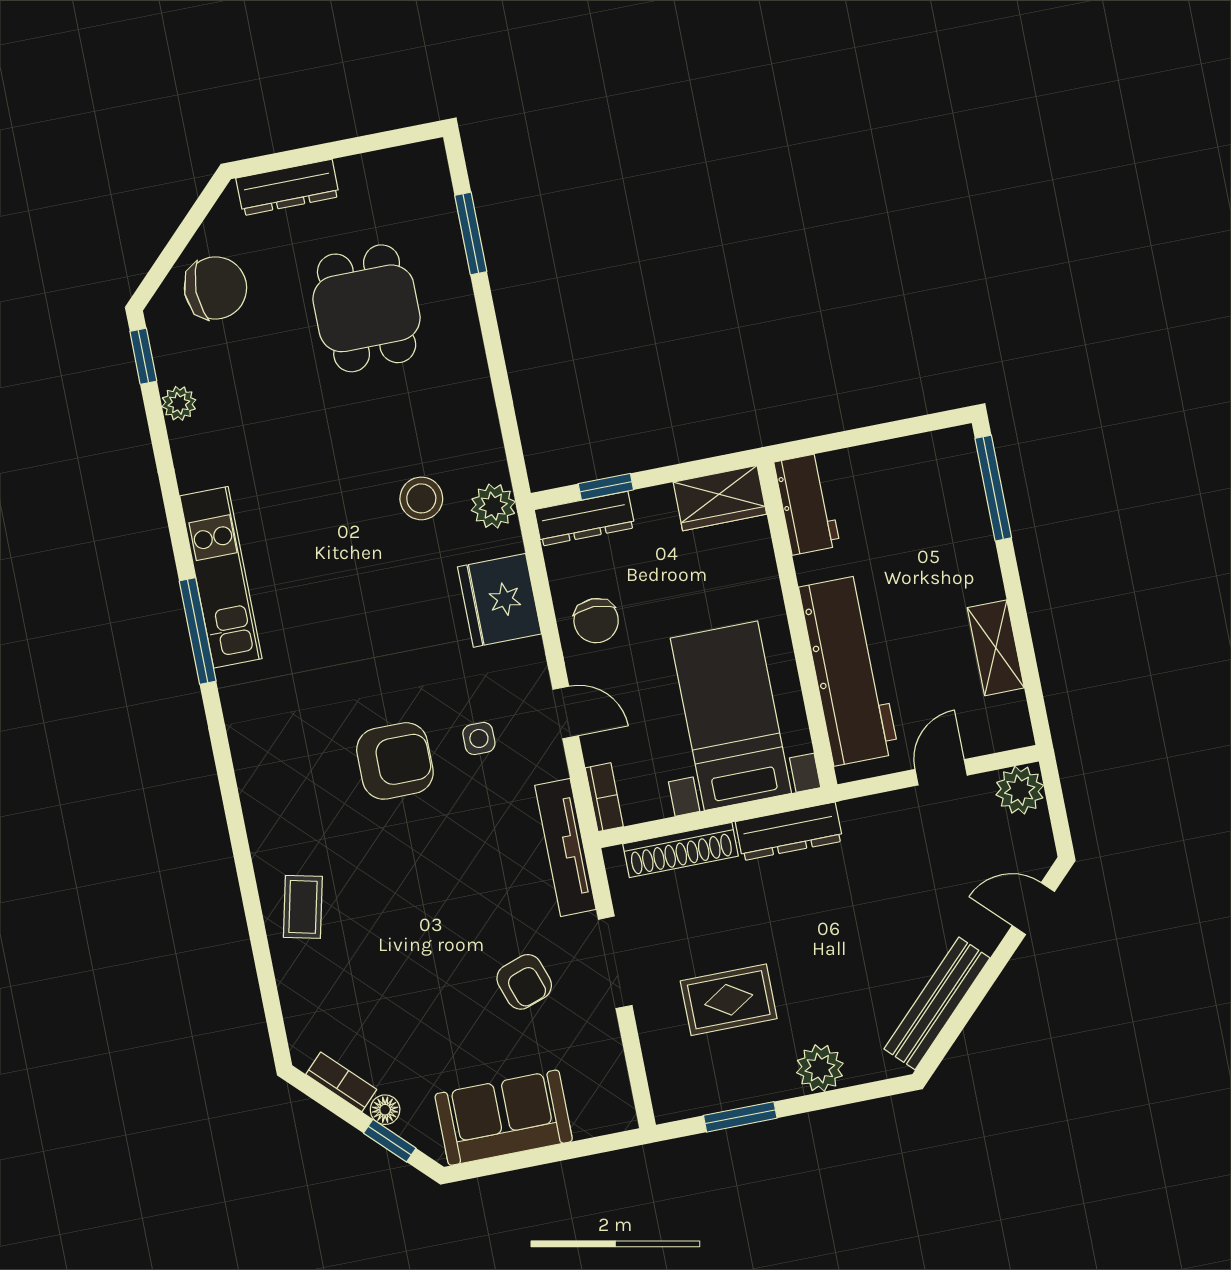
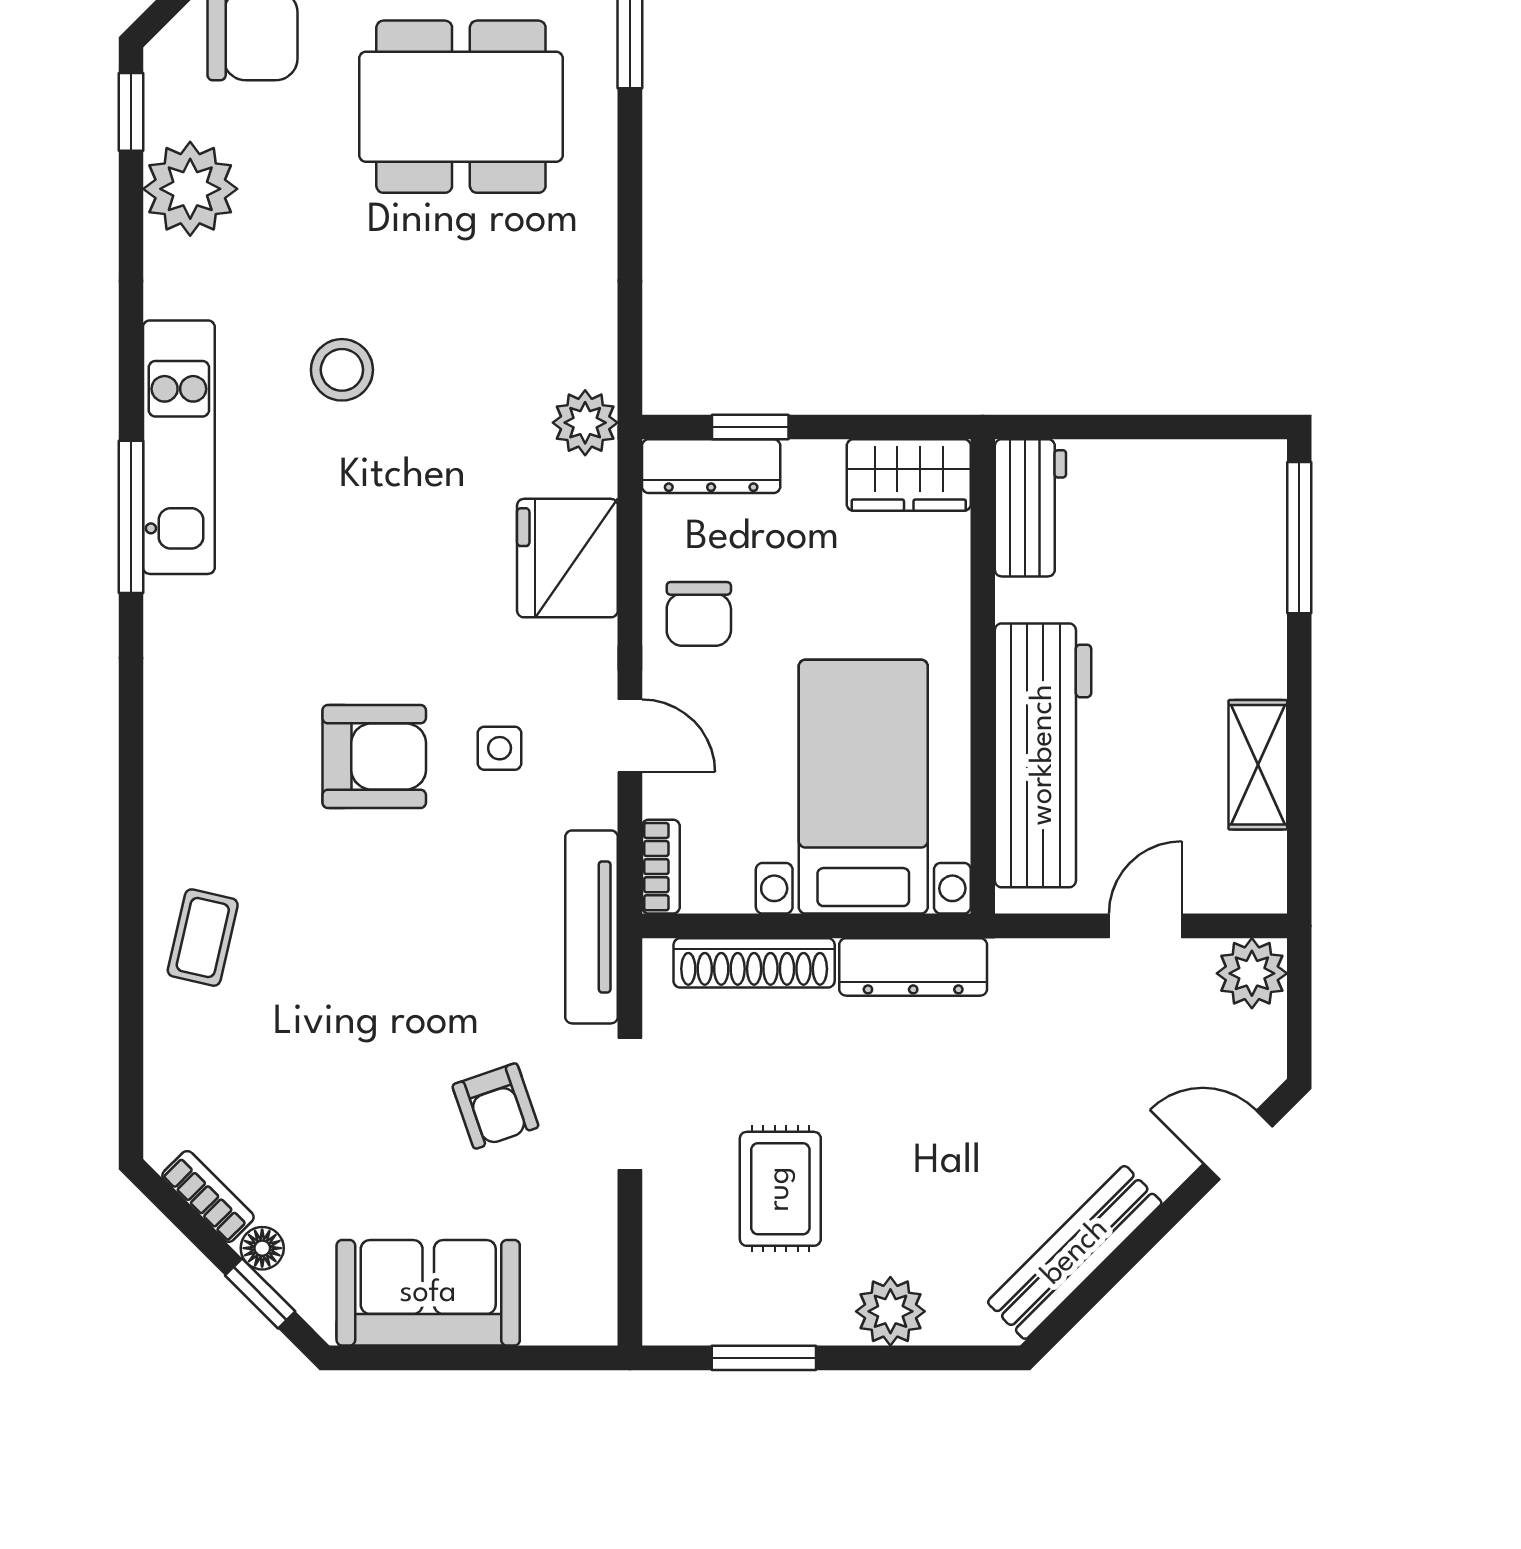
dining table: (367, 308) -> (461, 107), width x1.38
plant: (179, 403) -> (190, 189), width x1.87, depth x1.87
stool: (421, 498) -> (342, 370), moved
rug: (729, 1000) -> (780, 1189), turned 90

